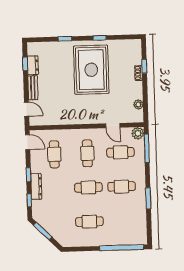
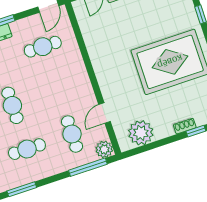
plant: (138, 105) -> (141, 133), width x1.88, depth x1.88
cafe table: (87, 153) -> (57, 90), removed
cafe table: (122, 186) -> (27, 149), turned 90

